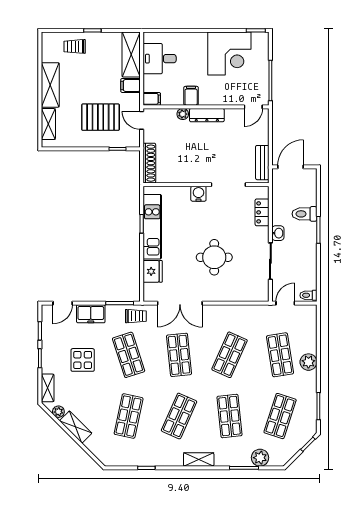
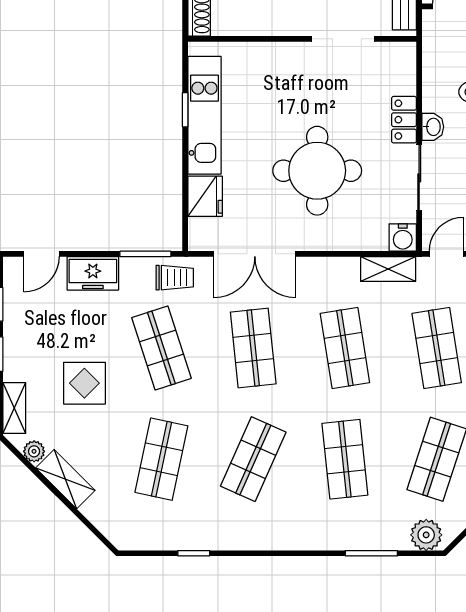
water cooler: (198, 194) -> (403, 238), moved, turned 180
locker: (262, 212) -> (404, 120), moved
round table: (214, 257) -> (317, 171), width x1.36, depth x1.36
shop shelf: (230, 355) -> (345, 348), turned -33
display table: (83, 360) -> (84, 383), moved
plant: (260, 458) -> (426, 535), moved
shelving: (199, 459) -> (388, 269), moved

